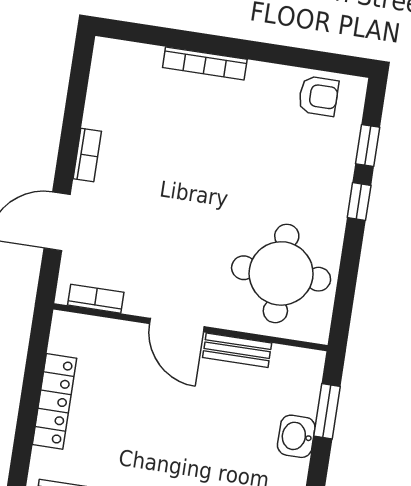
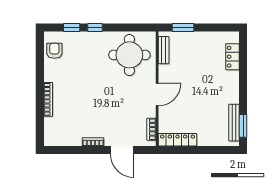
bench: (237, 350) -> (164, 50), moved
locker: (55, 401) -> (177, 140), moved
washbasin: (296, 436) -> (195, 39), removed

